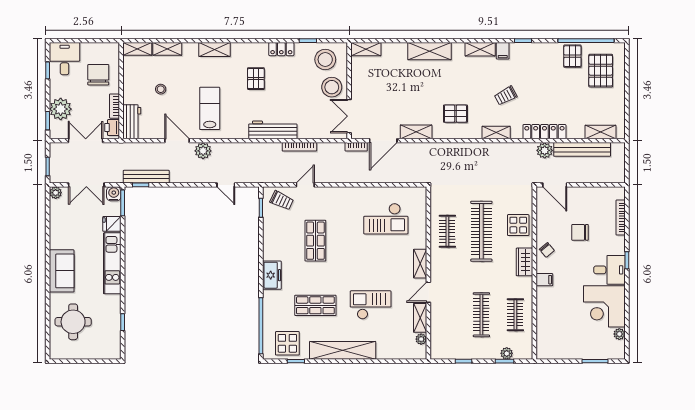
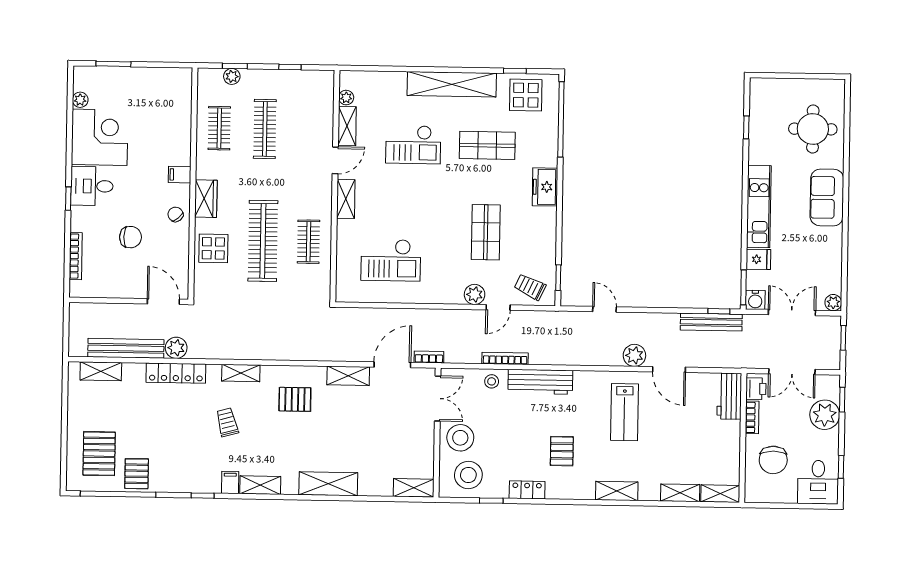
stool: (161, 89) -> (492, 381), moved
trolley: (506, 96) -> (227, 422), turned -77
plant: (323, 194) -> (475, 294), added
checkout: (386, 219) -> (391, 260), turned 180

